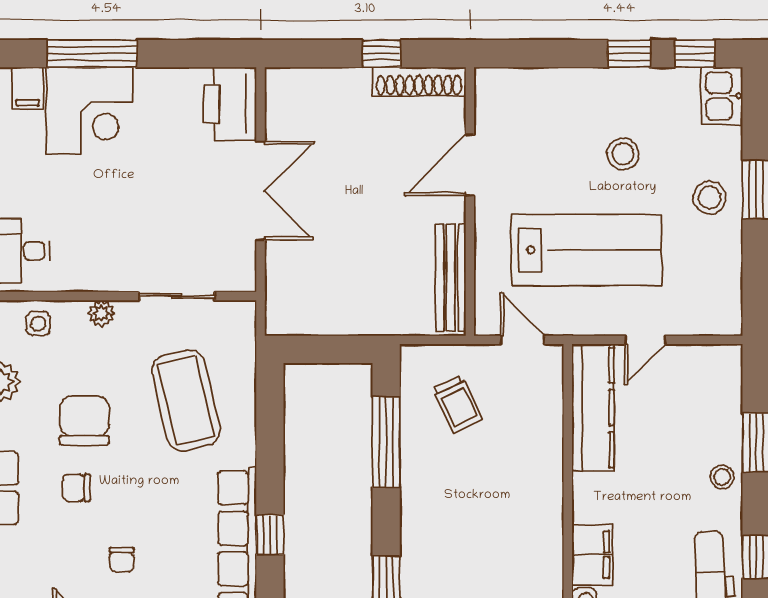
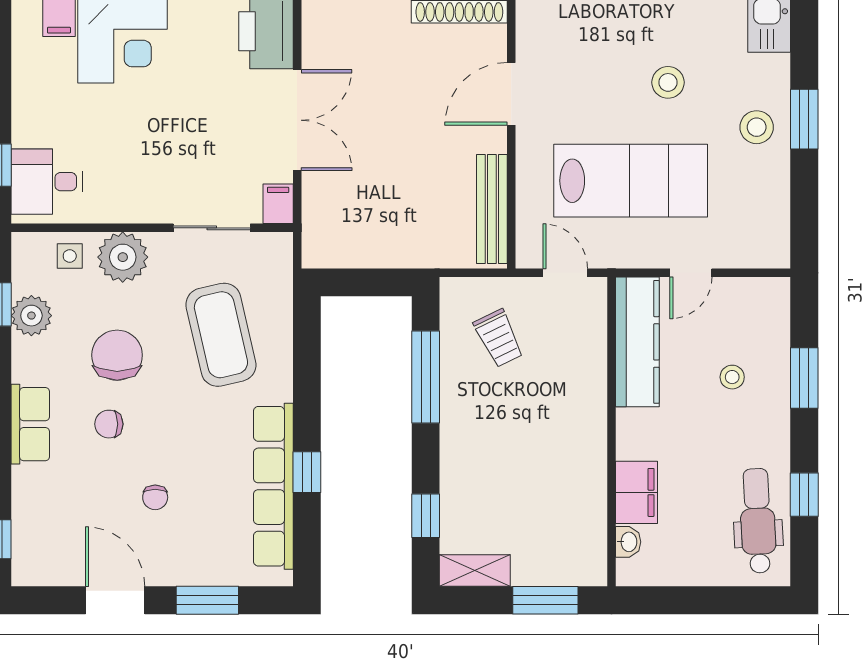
filing cabinet: (242, 273) -> (278, 204), added
plant: (101, 313) -> (123, 257), width x1.87, depth x1.87
stool: (722, 477) -> (732, 377), moved

